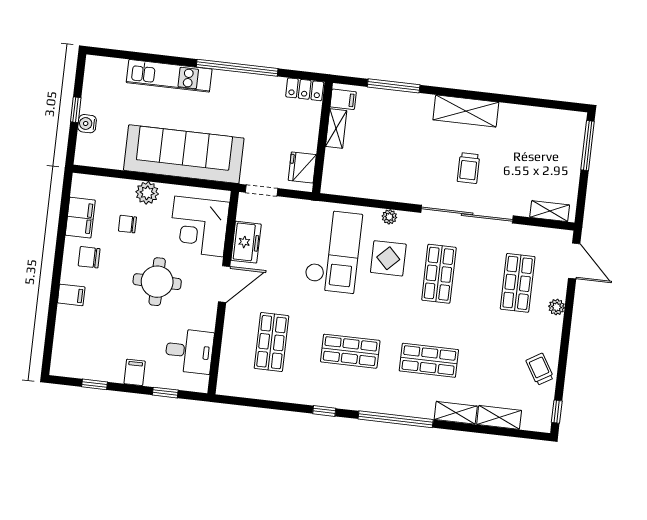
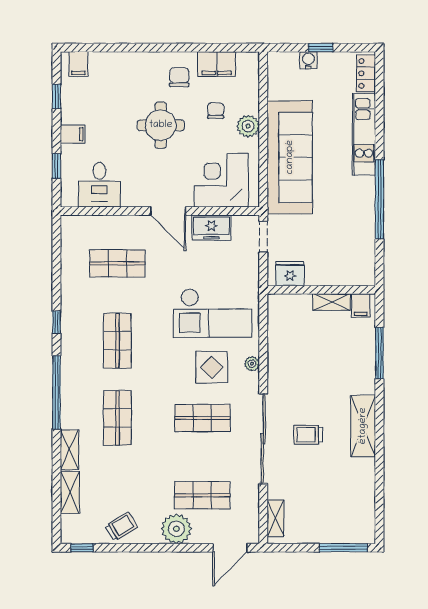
locker: (305, 89) -> (366, 73), moved
round table: (157, 282) -> (161, 125), moved
filing cabinet: (71, 295) -> (78, 64), moved
plant: (557, 307) -> (176, 529), width x1.88, depth x1.88

